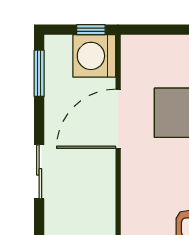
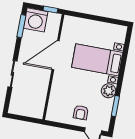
washing machine: (94, 56) -> (36, 20), moved, turned -90

